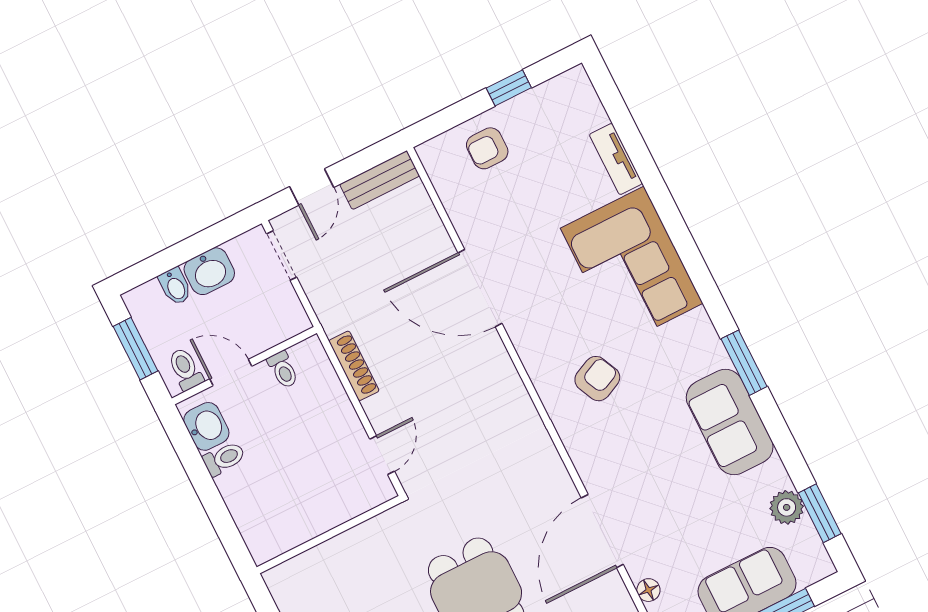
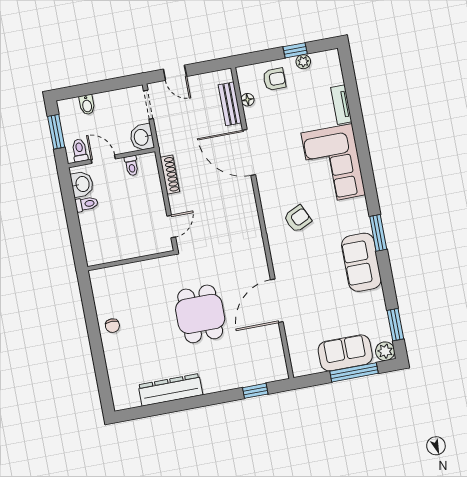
plant: (529, 103) -> (303, 62), added
armchair: (487, 148) -> (274, 79), turned 180
bench: (380, 180) -> (230, 104), moved, turned 90
door: (312, 187) -> (175, 73), hinge flipped
washbasin: (209, 271) -> (142, 137), moved, turned 90
plant: (787, 507) -> (385, 351), moved
floor lamp: (648, 590) -> (247, 100), moved

